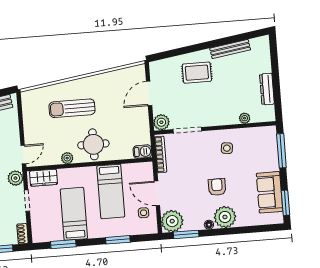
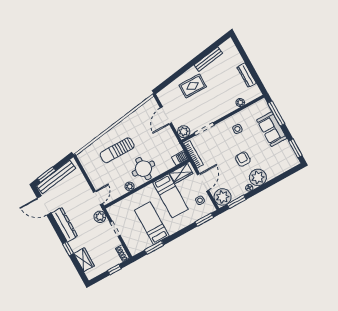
wardrobe: (43, 178) -> (181, 173), moved
sofa: (270, 192) -> (272, 129), moved
door: (157, 193) -> (203, 182), swing flipped
window: (118, 240) -> (204, 220), moved

